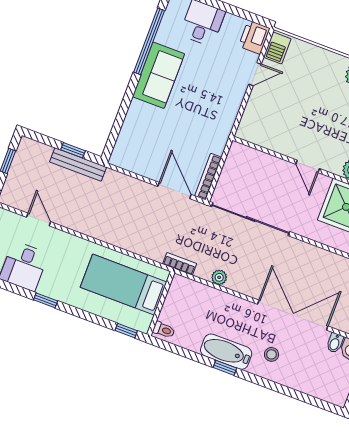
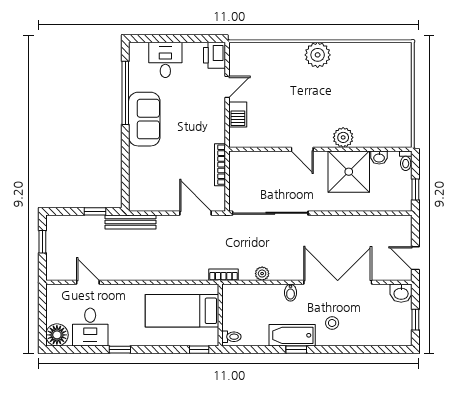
barbecue: (277, 48) -> (238, 114), moved
bench: (78, 164) -> (131, 222), moved
bookcase: (208, 177) -> (220, 165), moved
bidet: (335, 343) -> (291, 293), moved

